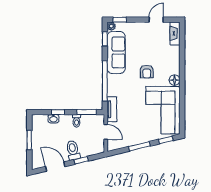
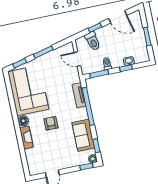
fireplace: (175, 33) -> (26, 137), moved
sofa: (116, 52) -> (83, 135), width x0.73
tv unit: (112, 109) -> (79, 95), moved
toilet: (73, 150) -> (93, 41), moved

